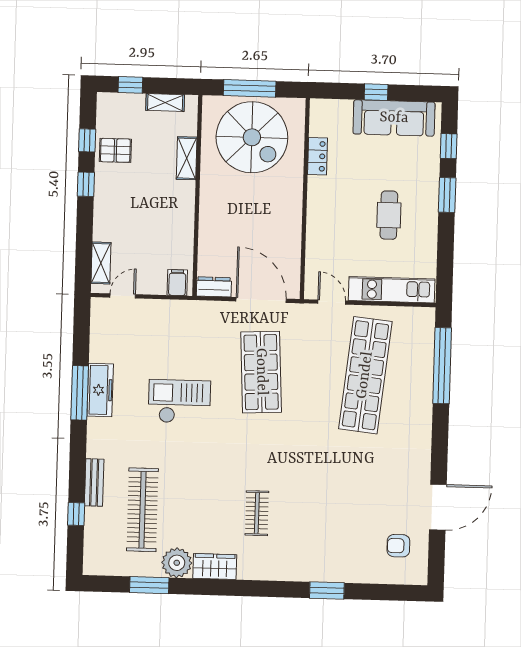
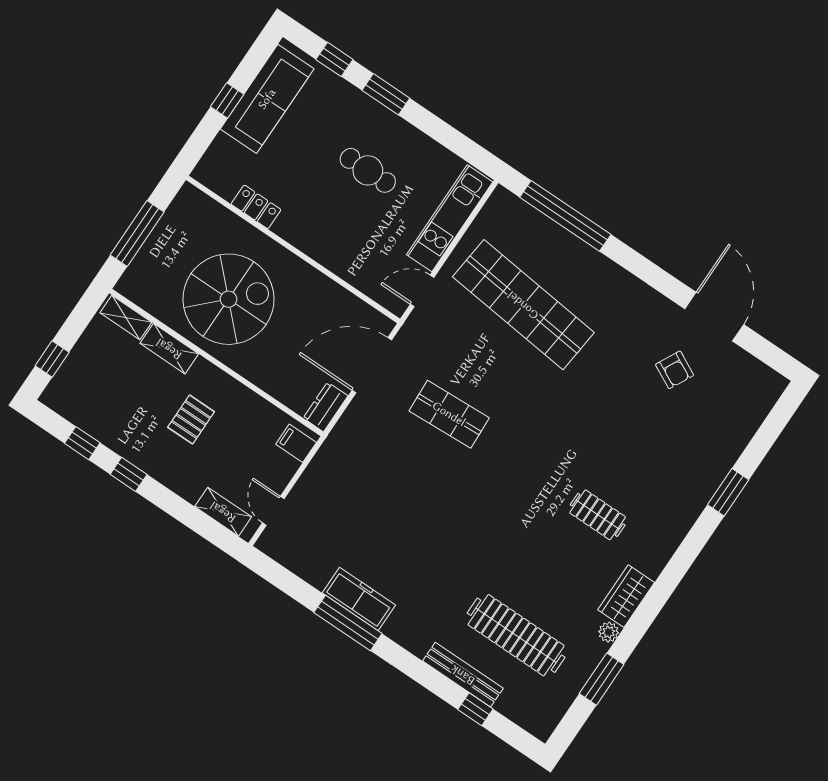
shelving: (165, 103) -> (126, 317), moved, turned 90
spiral stairs: (252, 137) -> (229, 299), moved
pallet: (115, 150) -> (191, 420), moved
shop shelf: (261, 372) -> (449, 414), width x0.70, depth x0.74
checkout: (179, 401) -> (425, 522), removed
bench: (94, 482) -> (463, 675), width x1.36
armchair: (398, 546) -> (675, 370), moved, turned -63
plant: (177, 563) -> (609, 632), width x0.53, depth x0.53

